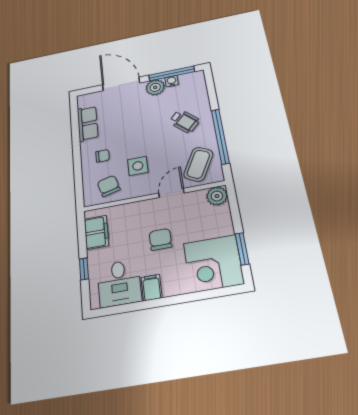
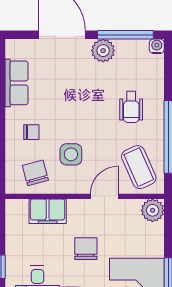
water cooler: (172, 81) -> (157, 46), moved
wheelchair: (184, 121) -> (131, 107), turned 46
coffee table: (198, 164) -> (139, 167), turned -51
filing cabinet: (96, 232) -> (48, 211), moved, turned 90

